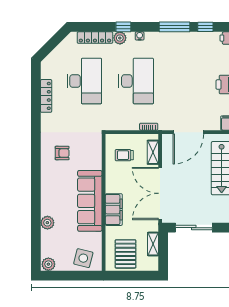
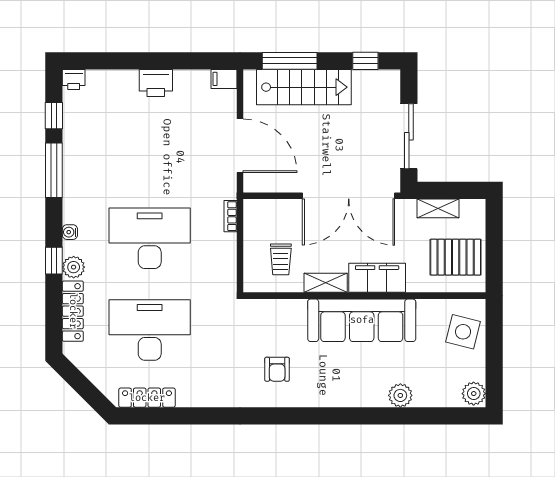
locker: (46, 96) -> (147, 398), moved
shelving: (153, 152) -> (326, 283), moved
armchair: (62, 153) -> (277, 369), turned 180

